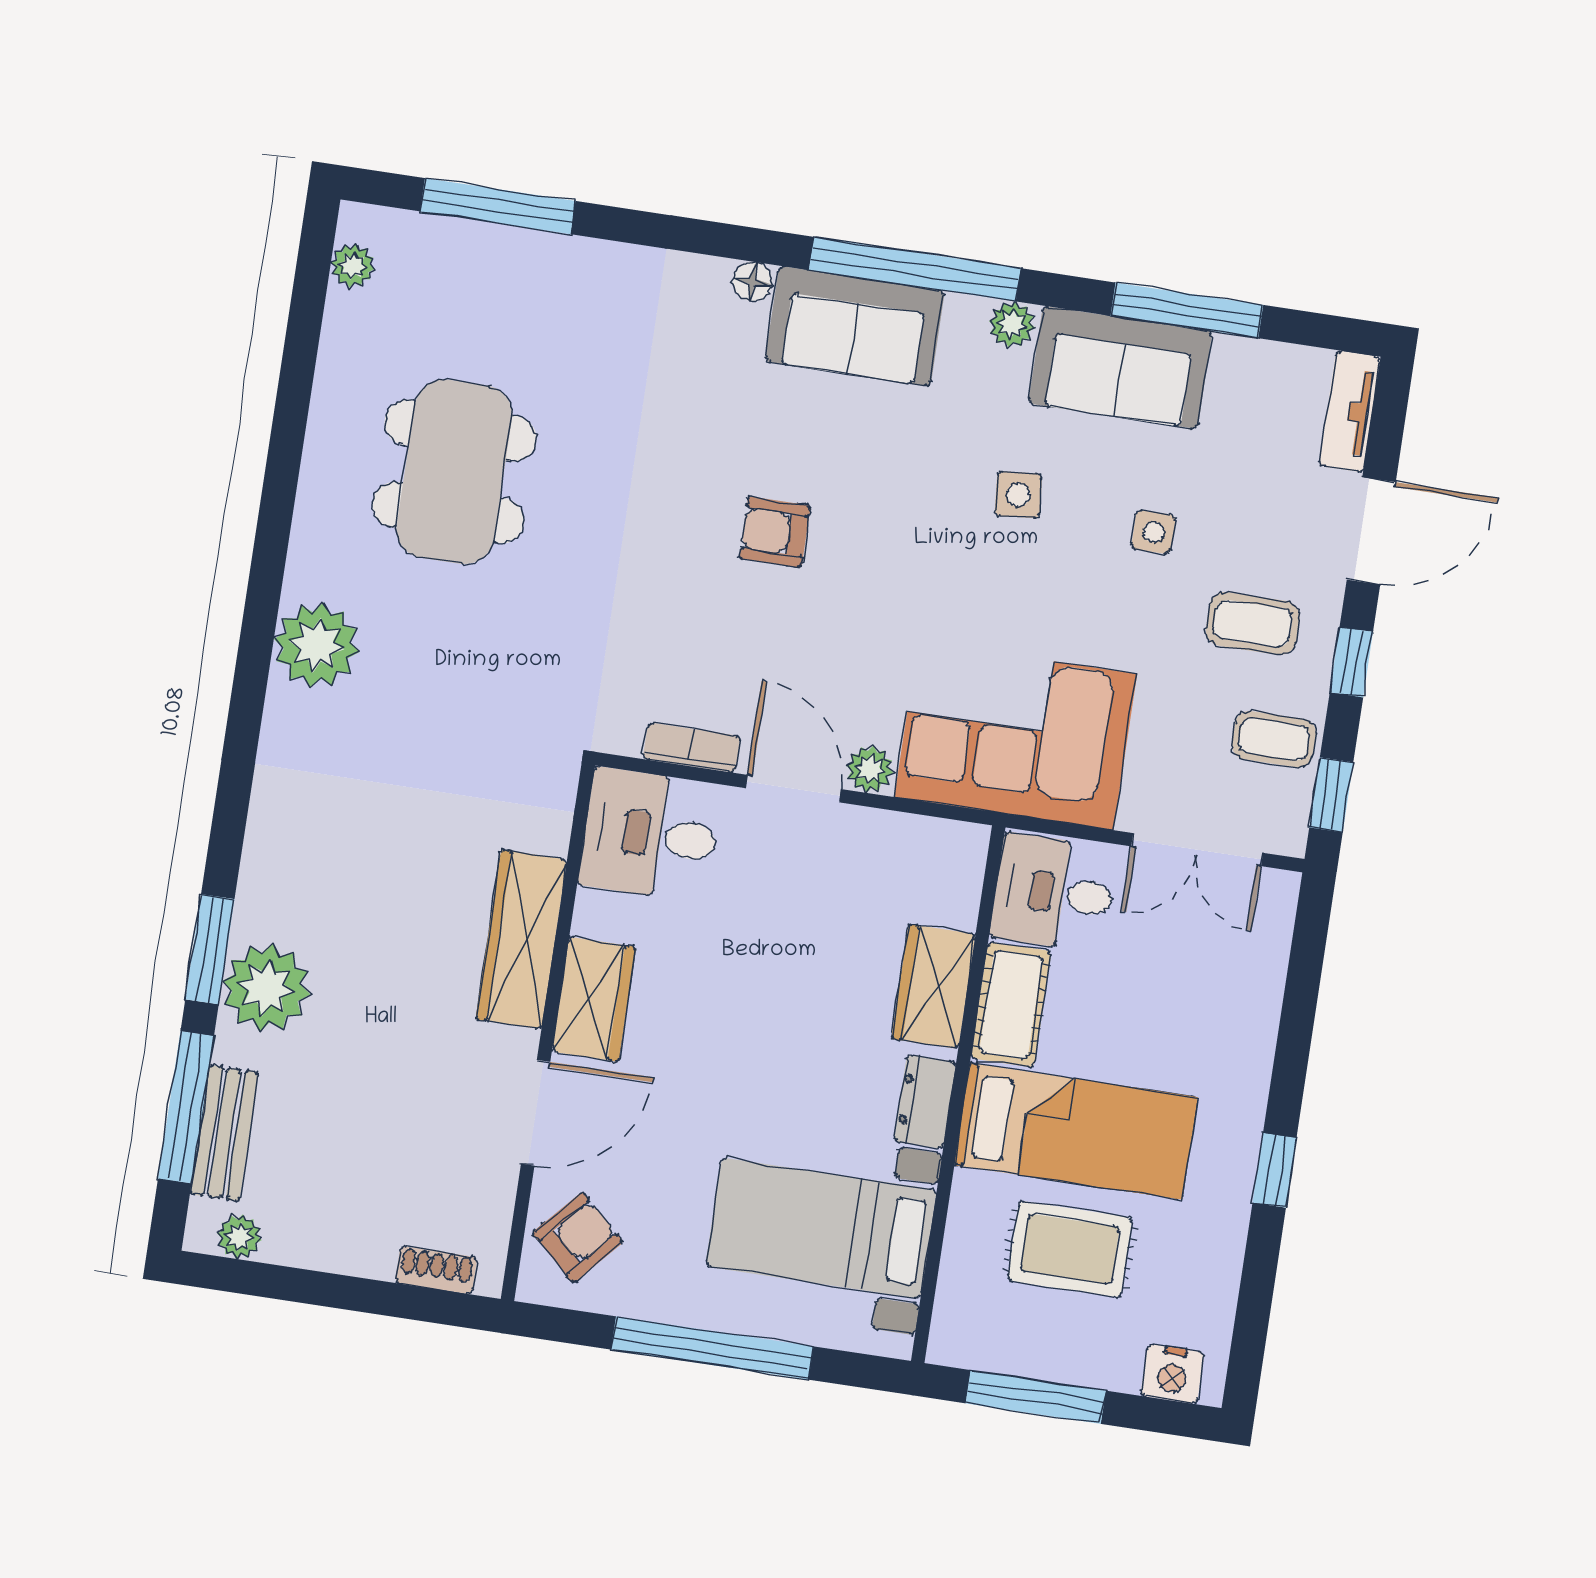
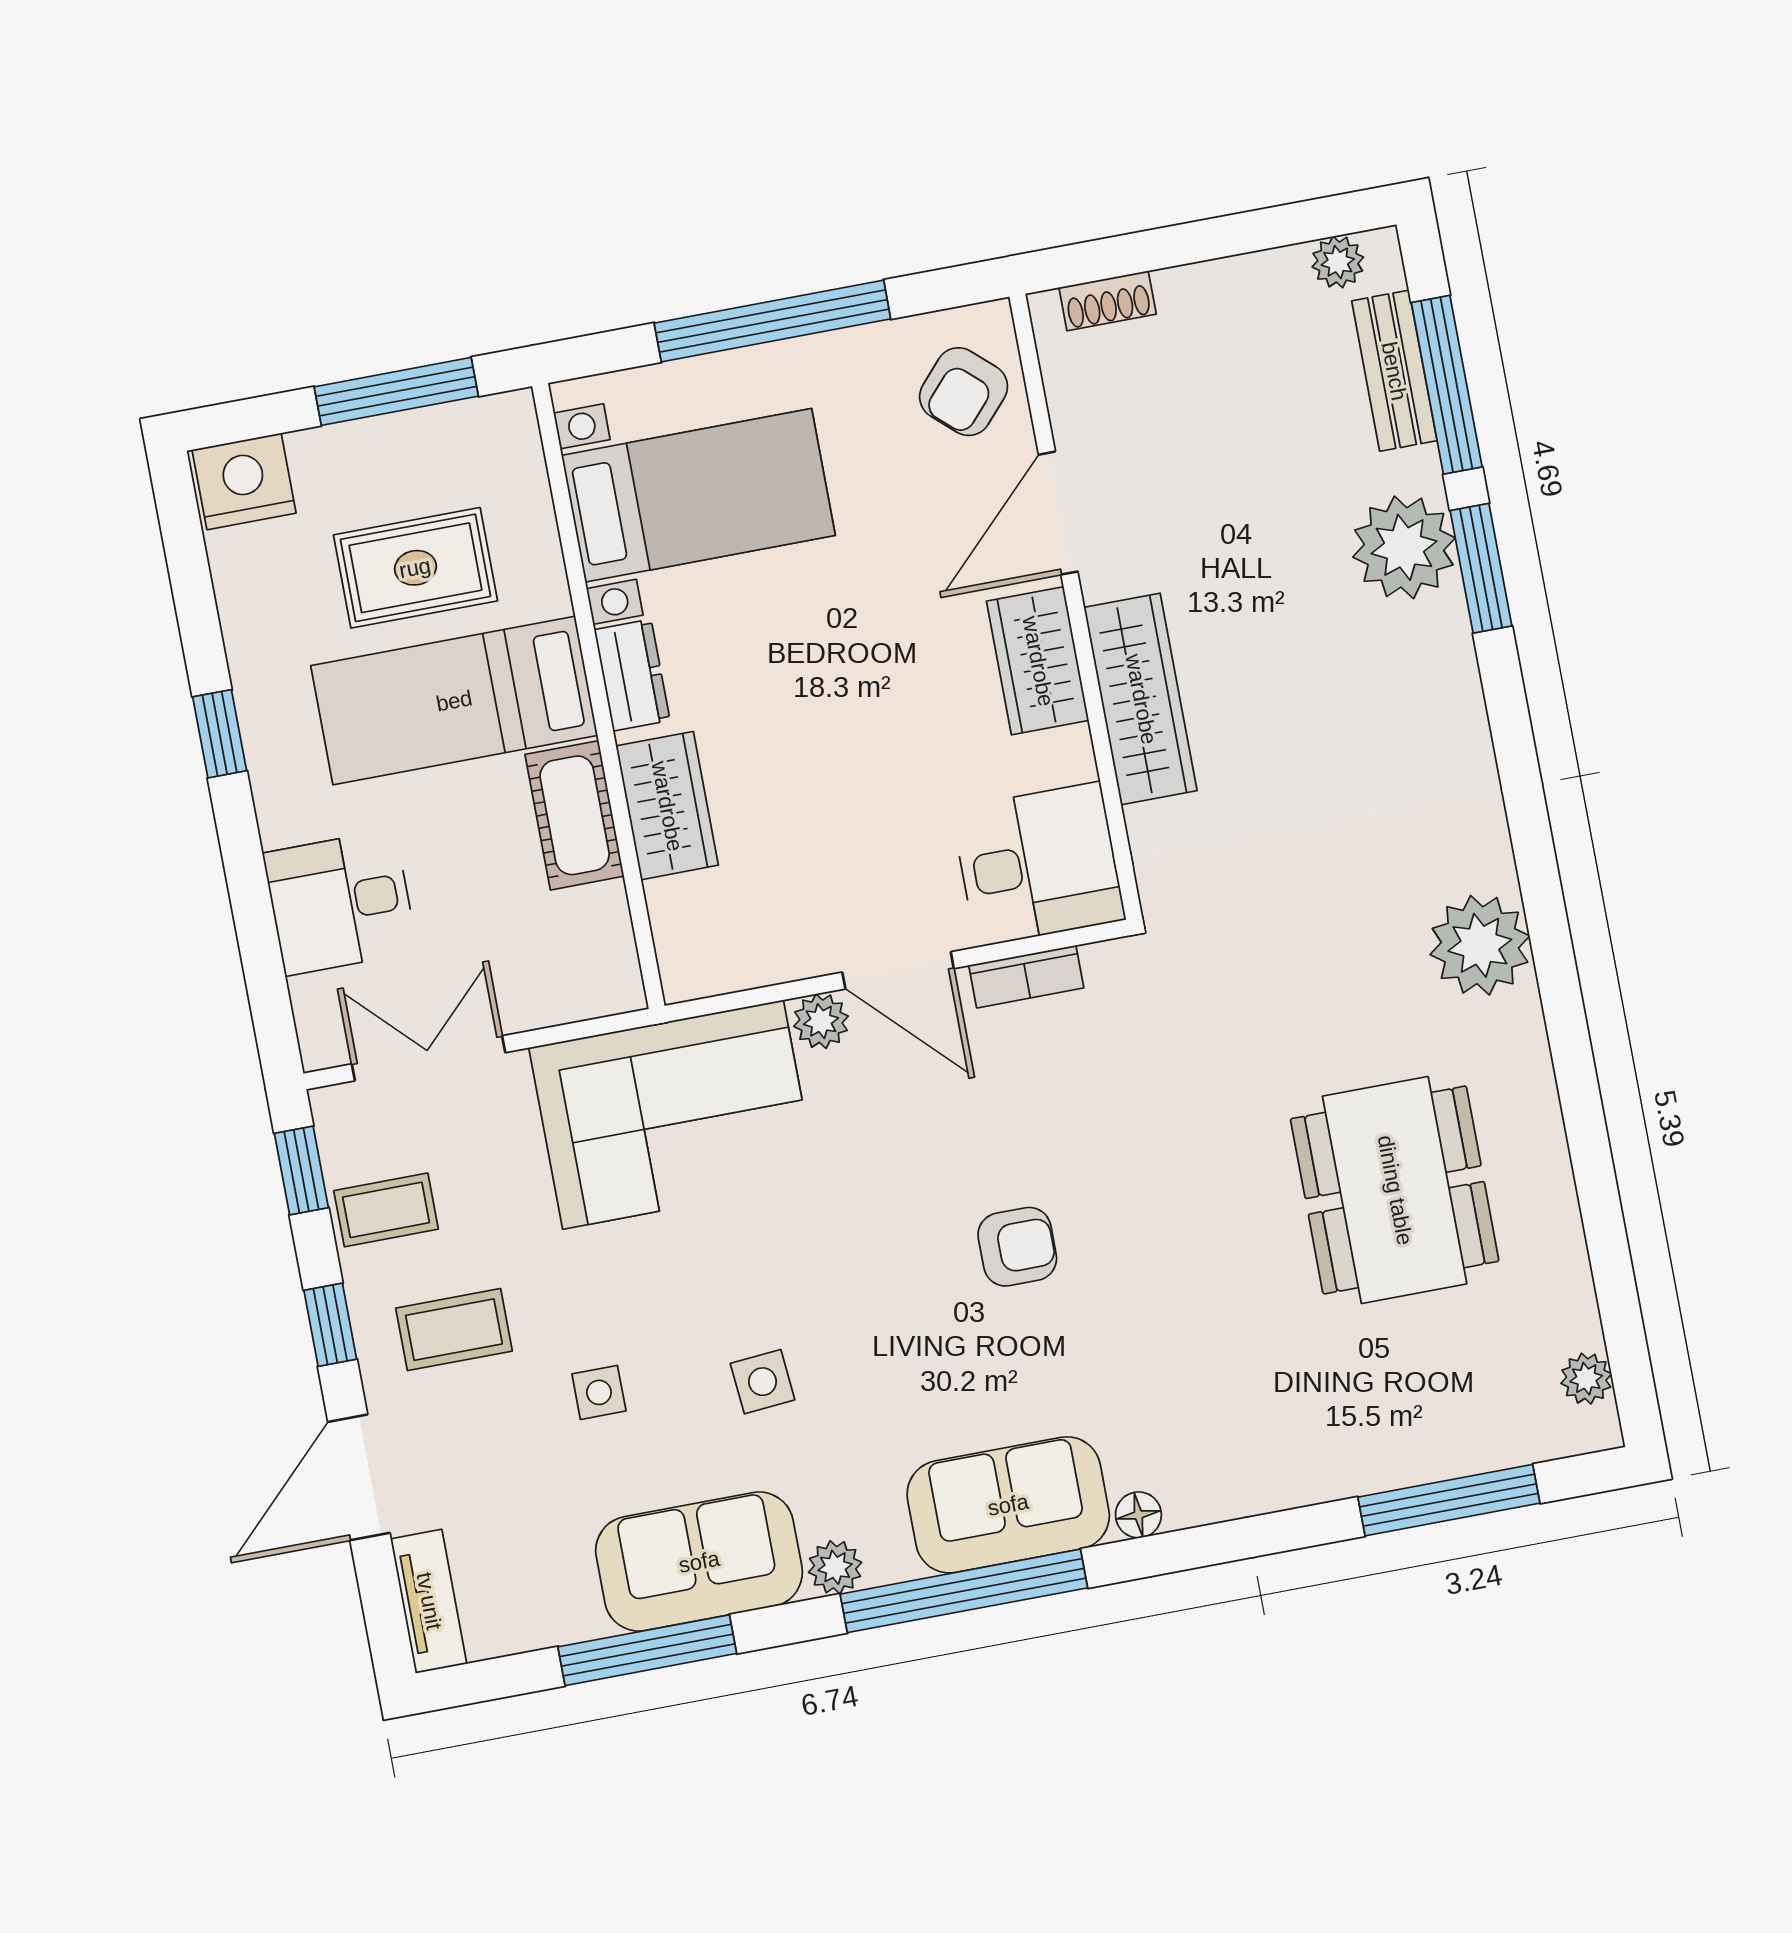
desk: (1054, 893) -> (340, 902), moved, turned 180
nightstand: (1172, 1374) -> (244, 481), width x1.36, depth x1.33

